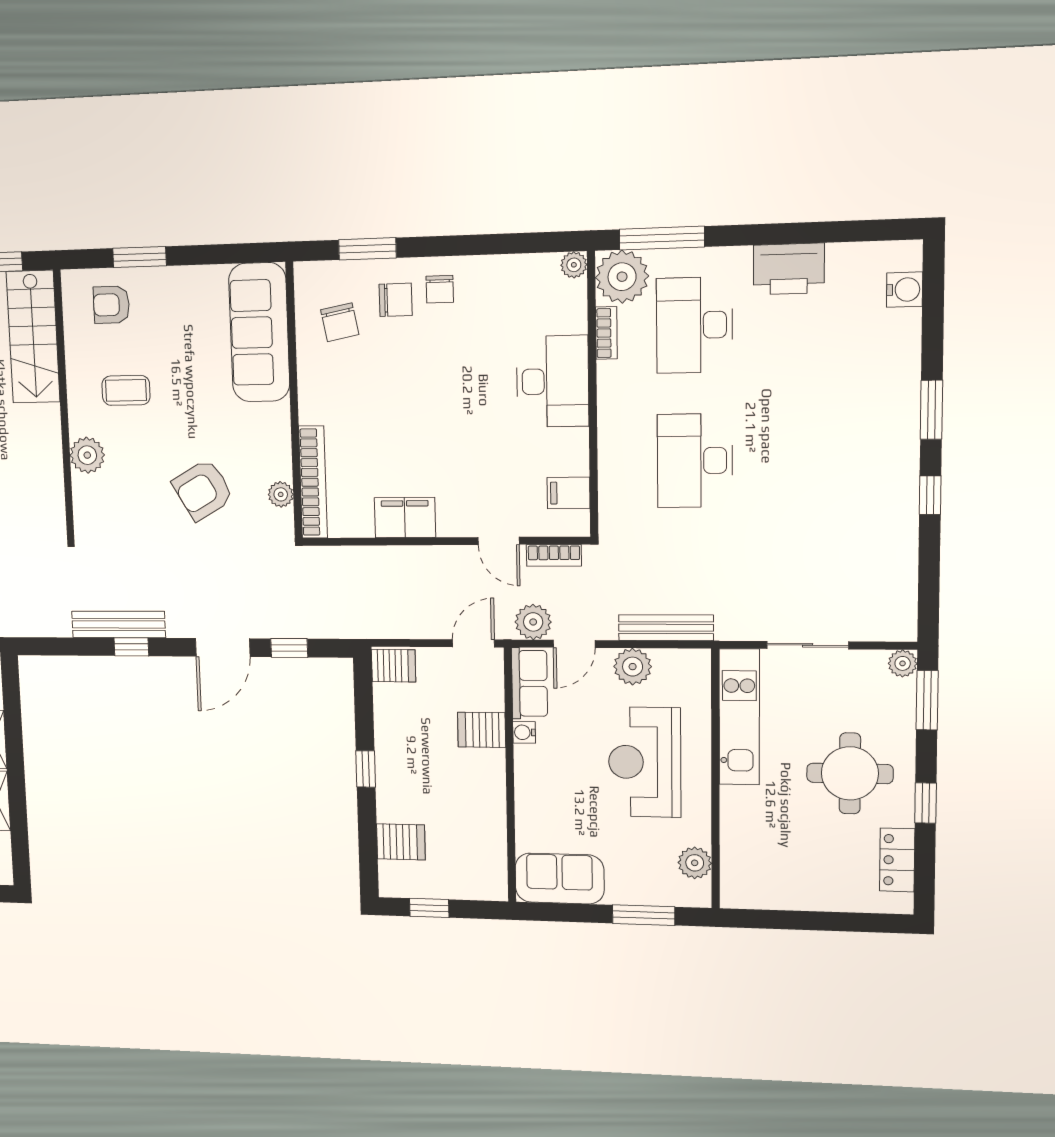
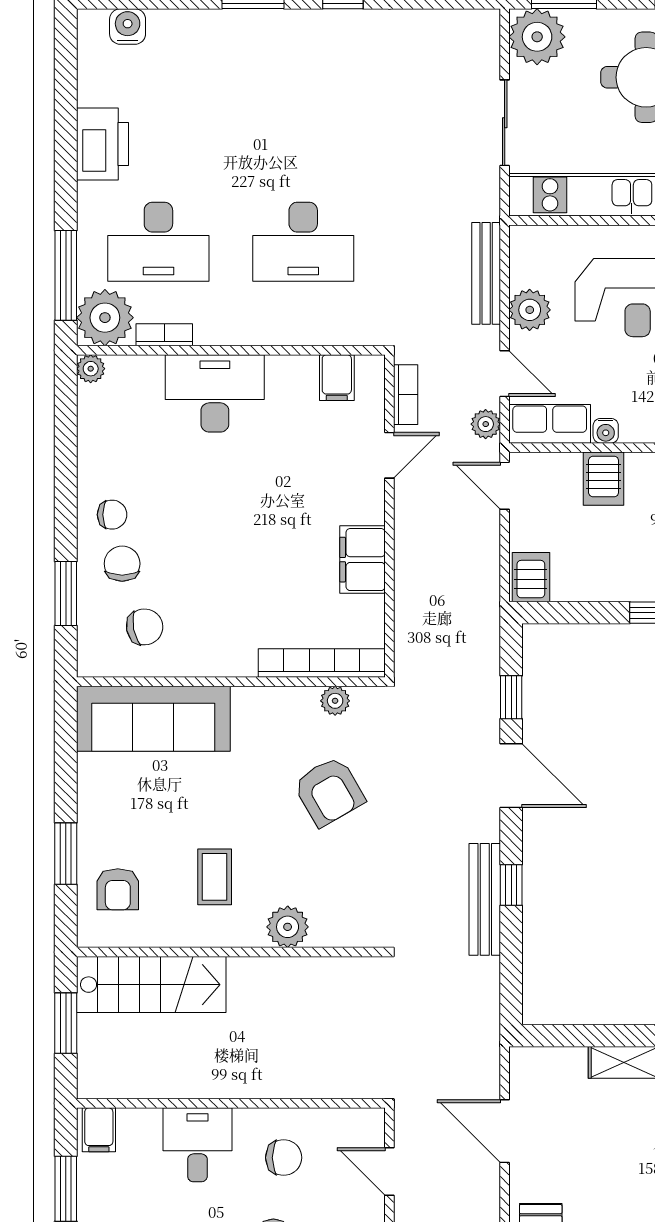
plant: (533, 622) -> (486, 424), width x0.73, depth x0.73
plant: (903, 663) -> (537, 37), width x1.87, depth x1.87

